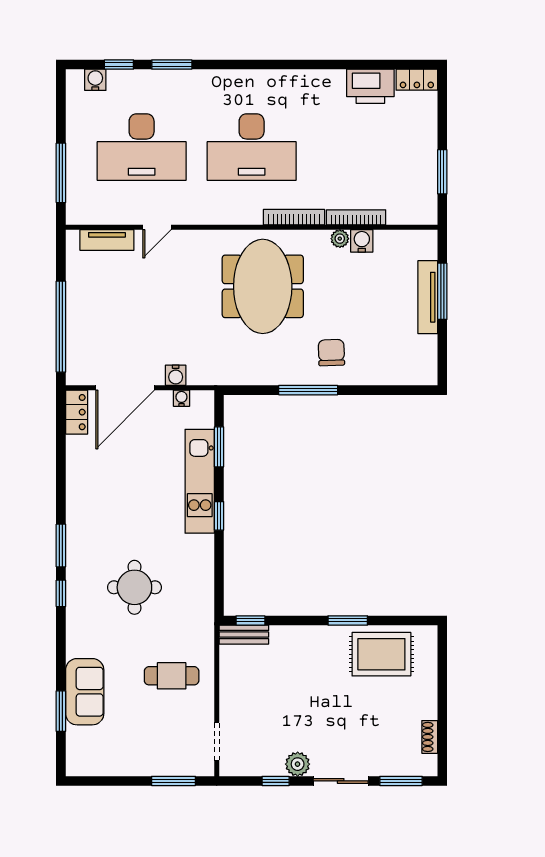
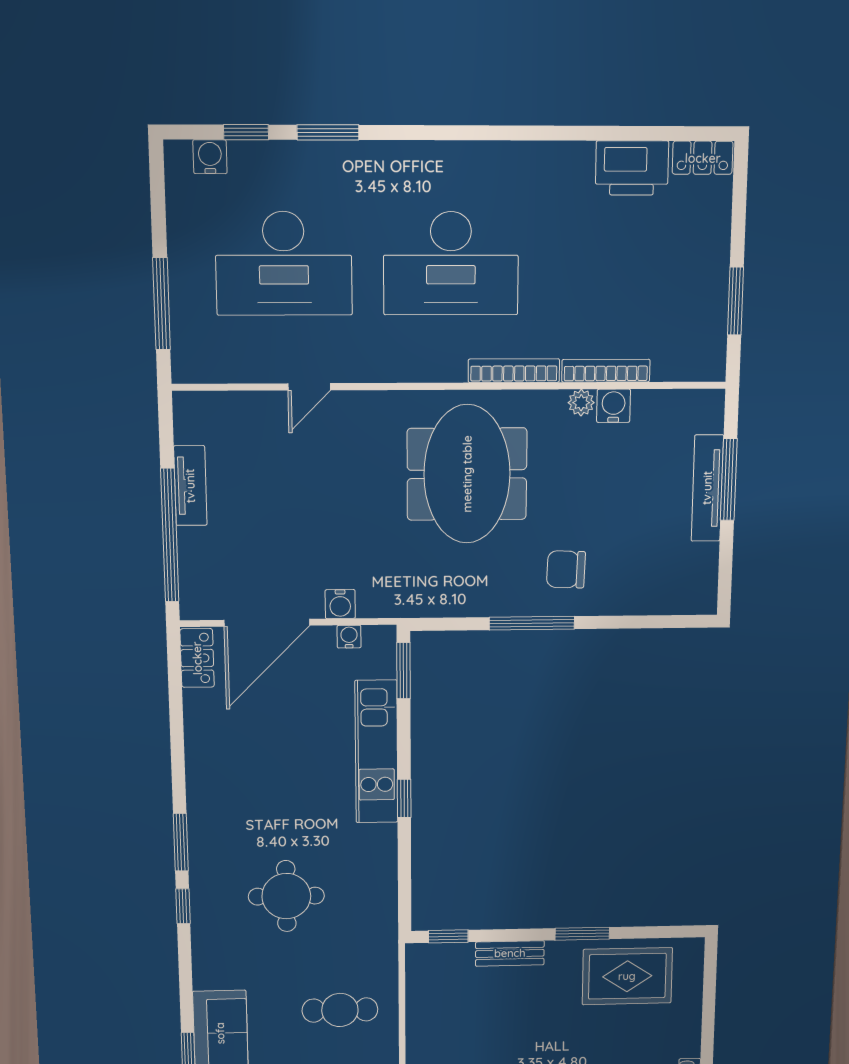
tv unit: (107, 240) -> (190, 486), moved, turned -90
chair: (331, 353) -> (566, 569), turned -86
window: (219, 447) -> (404, 671), moved
bench: (244, 635) -> (510, 953), moved

